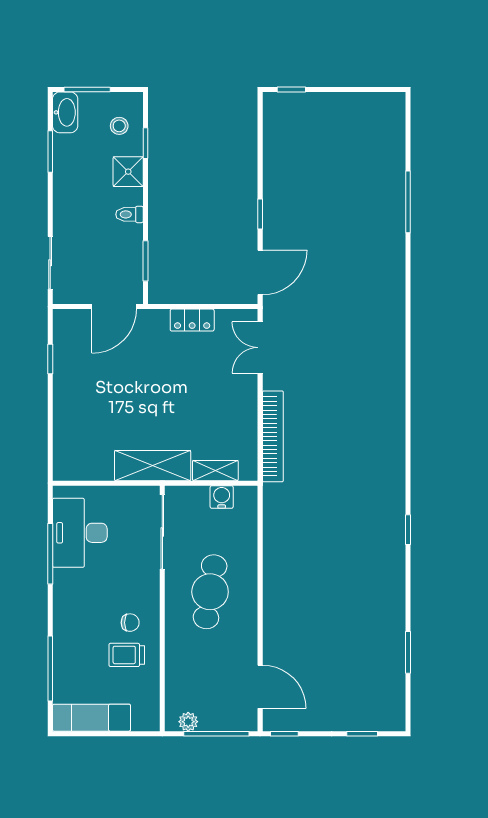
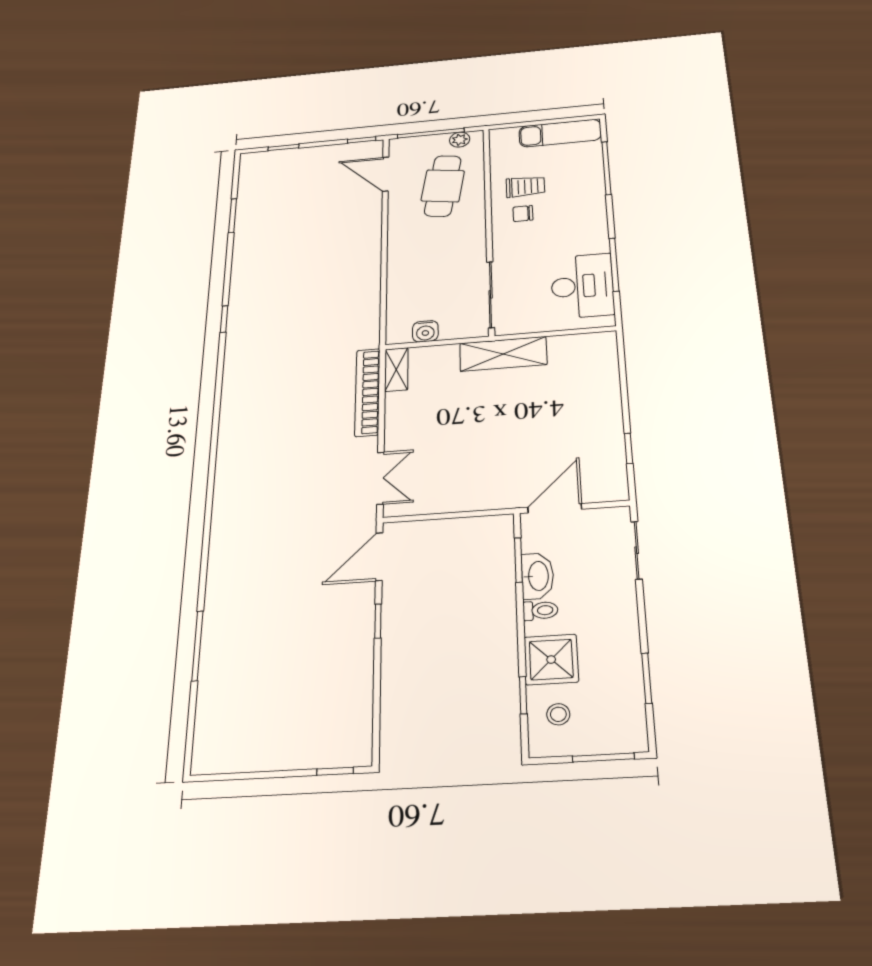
washbasin: (65, 112) -> (537, 576), moved, turned 180
shower: (128, 172) -> (551, 660), width x1.36, depth x1.36
locker: (192, 320) -> (460, 501), removed
shelving: (215, 471) -> (396, 370), moved, turned 90
cafe table: (210, 592) -> (443, 186), moved

